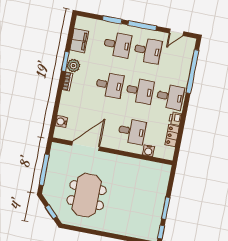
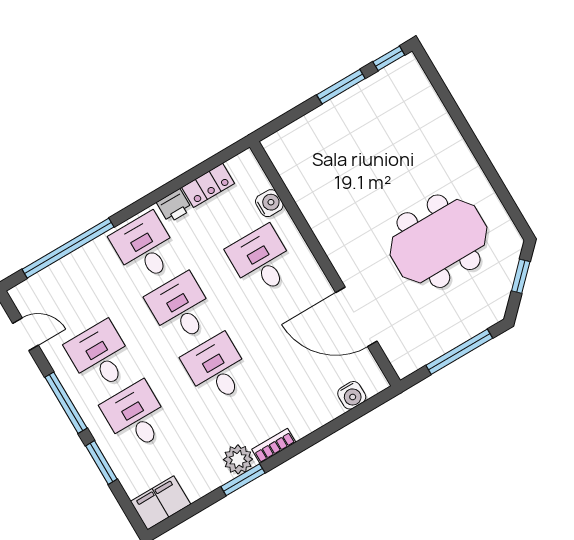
filing cabinet: (79, 41) -> (161, 503), moved

